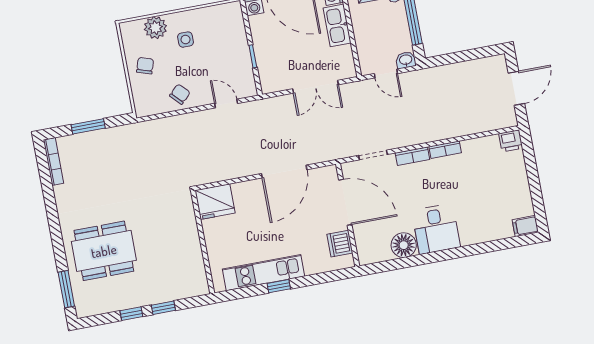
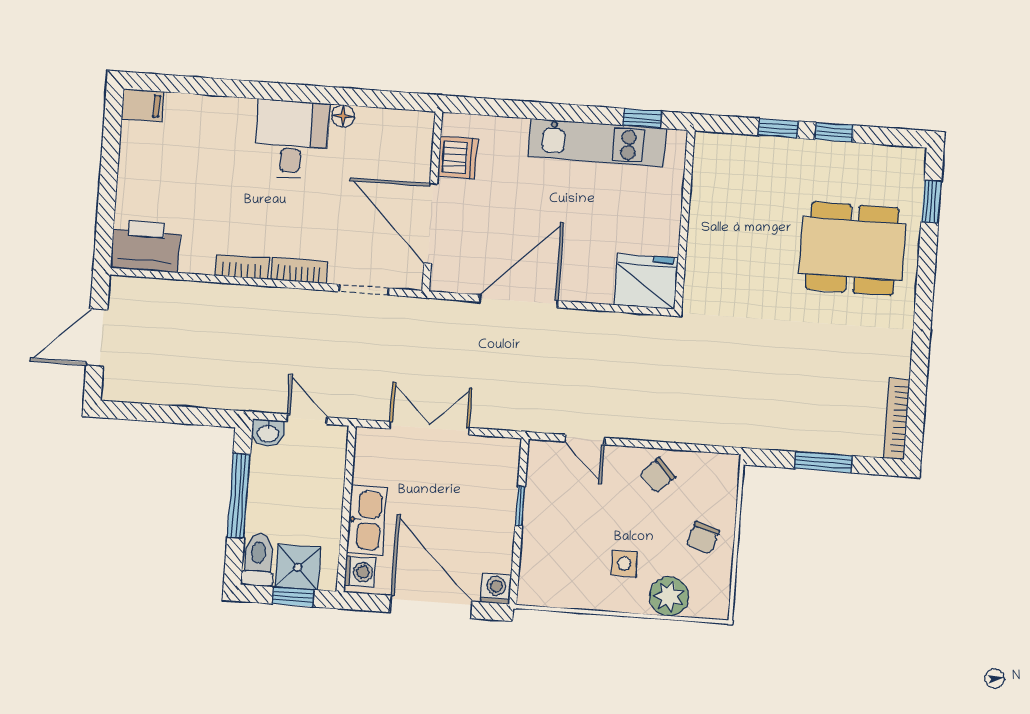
printer: (511, 141) -> (146, 246), width x1.87, depth x1.48
floor lamp: (404, 245) -> (343, 116), width x0.53, depth x0.53
window: (279, 286) -> (642, 118), moved
window: (66, 289) -> (931, 202), width x0.67

